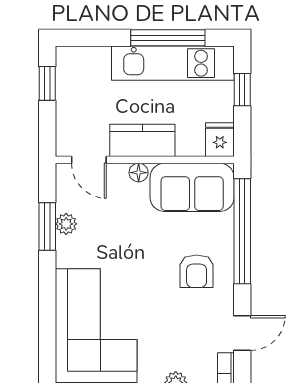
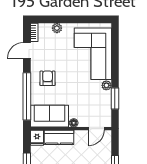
kitchen counter: (142, 140) -> (59, 137), moved
door: (89, 160) -> (96, 129), swing flipped
plant: (66, 224) -> (106, 85), moved

